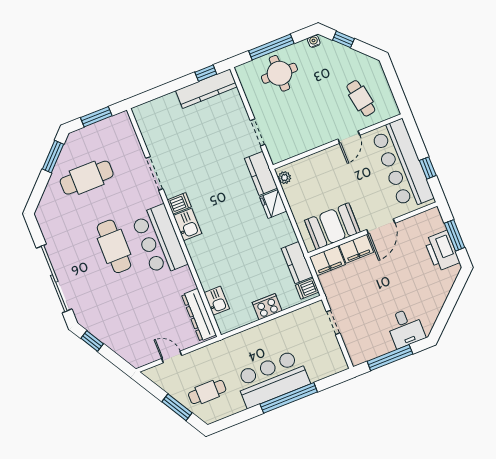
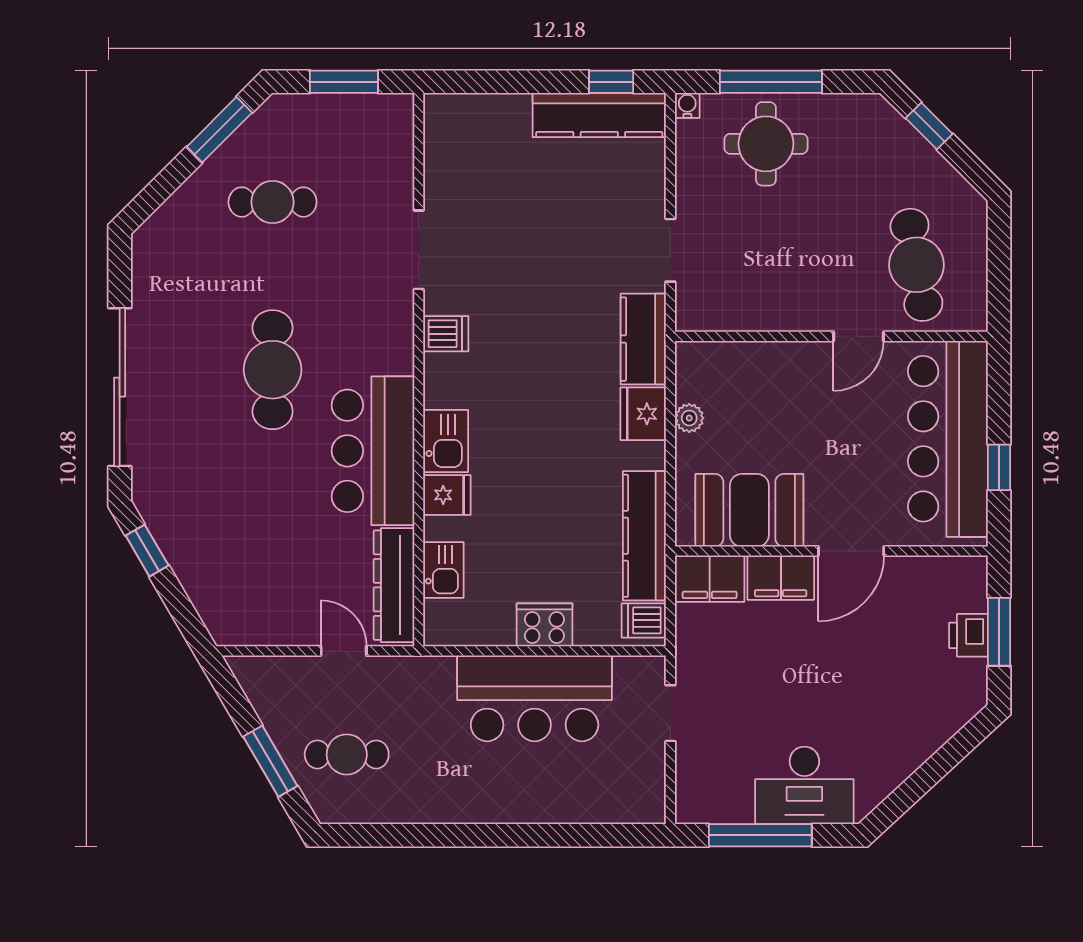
water cooler: (314, 41) -> (687, 105), moved
cafe table: (361, 98) -> (916, 265), width x1.37, depth x1.35
cafe table: (87, 178) -> (273, 202), width x0.73, depth x0.74
plant: (285, 178) -> (689, 418), moved
kitchen sink: (188, 225) -> (446, 441), moved
bar counter: (159, 240) -> (373, 451), moved
printer: (442, 251) -> (969, 635), width x0.53, depth x0.68
kitchen counter: (297, 263) -> (644, 536), width x1.50
fridge: (206, 269) -> (447, 495), added
desk: (405, 328) -> (804, 785), width x1.37
door: (172, 357) -> (344, 651), moved
bar counter: (272, 379) -> (535, 698), moved, turned 180
window: (289, 398) -> (513, 835), removed

